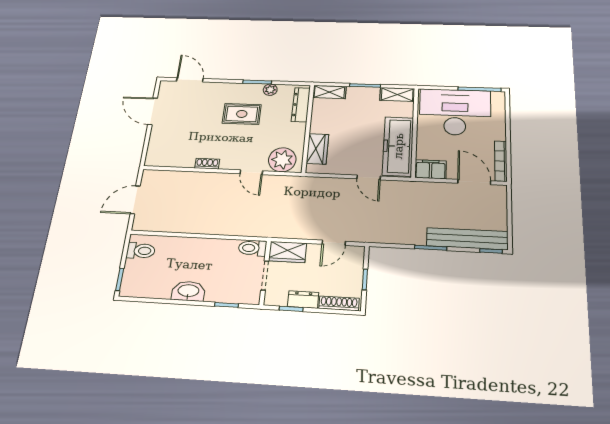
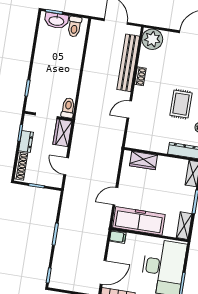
plant: (282, 160) -> (152, 39), moved
filing cabinet: (431, 169) -> (118, 237), width x0.50
bench: (467, 239) -> (128, 63), moved
washbasin: (188, 291) -> (56, 21), moved, turned 90

